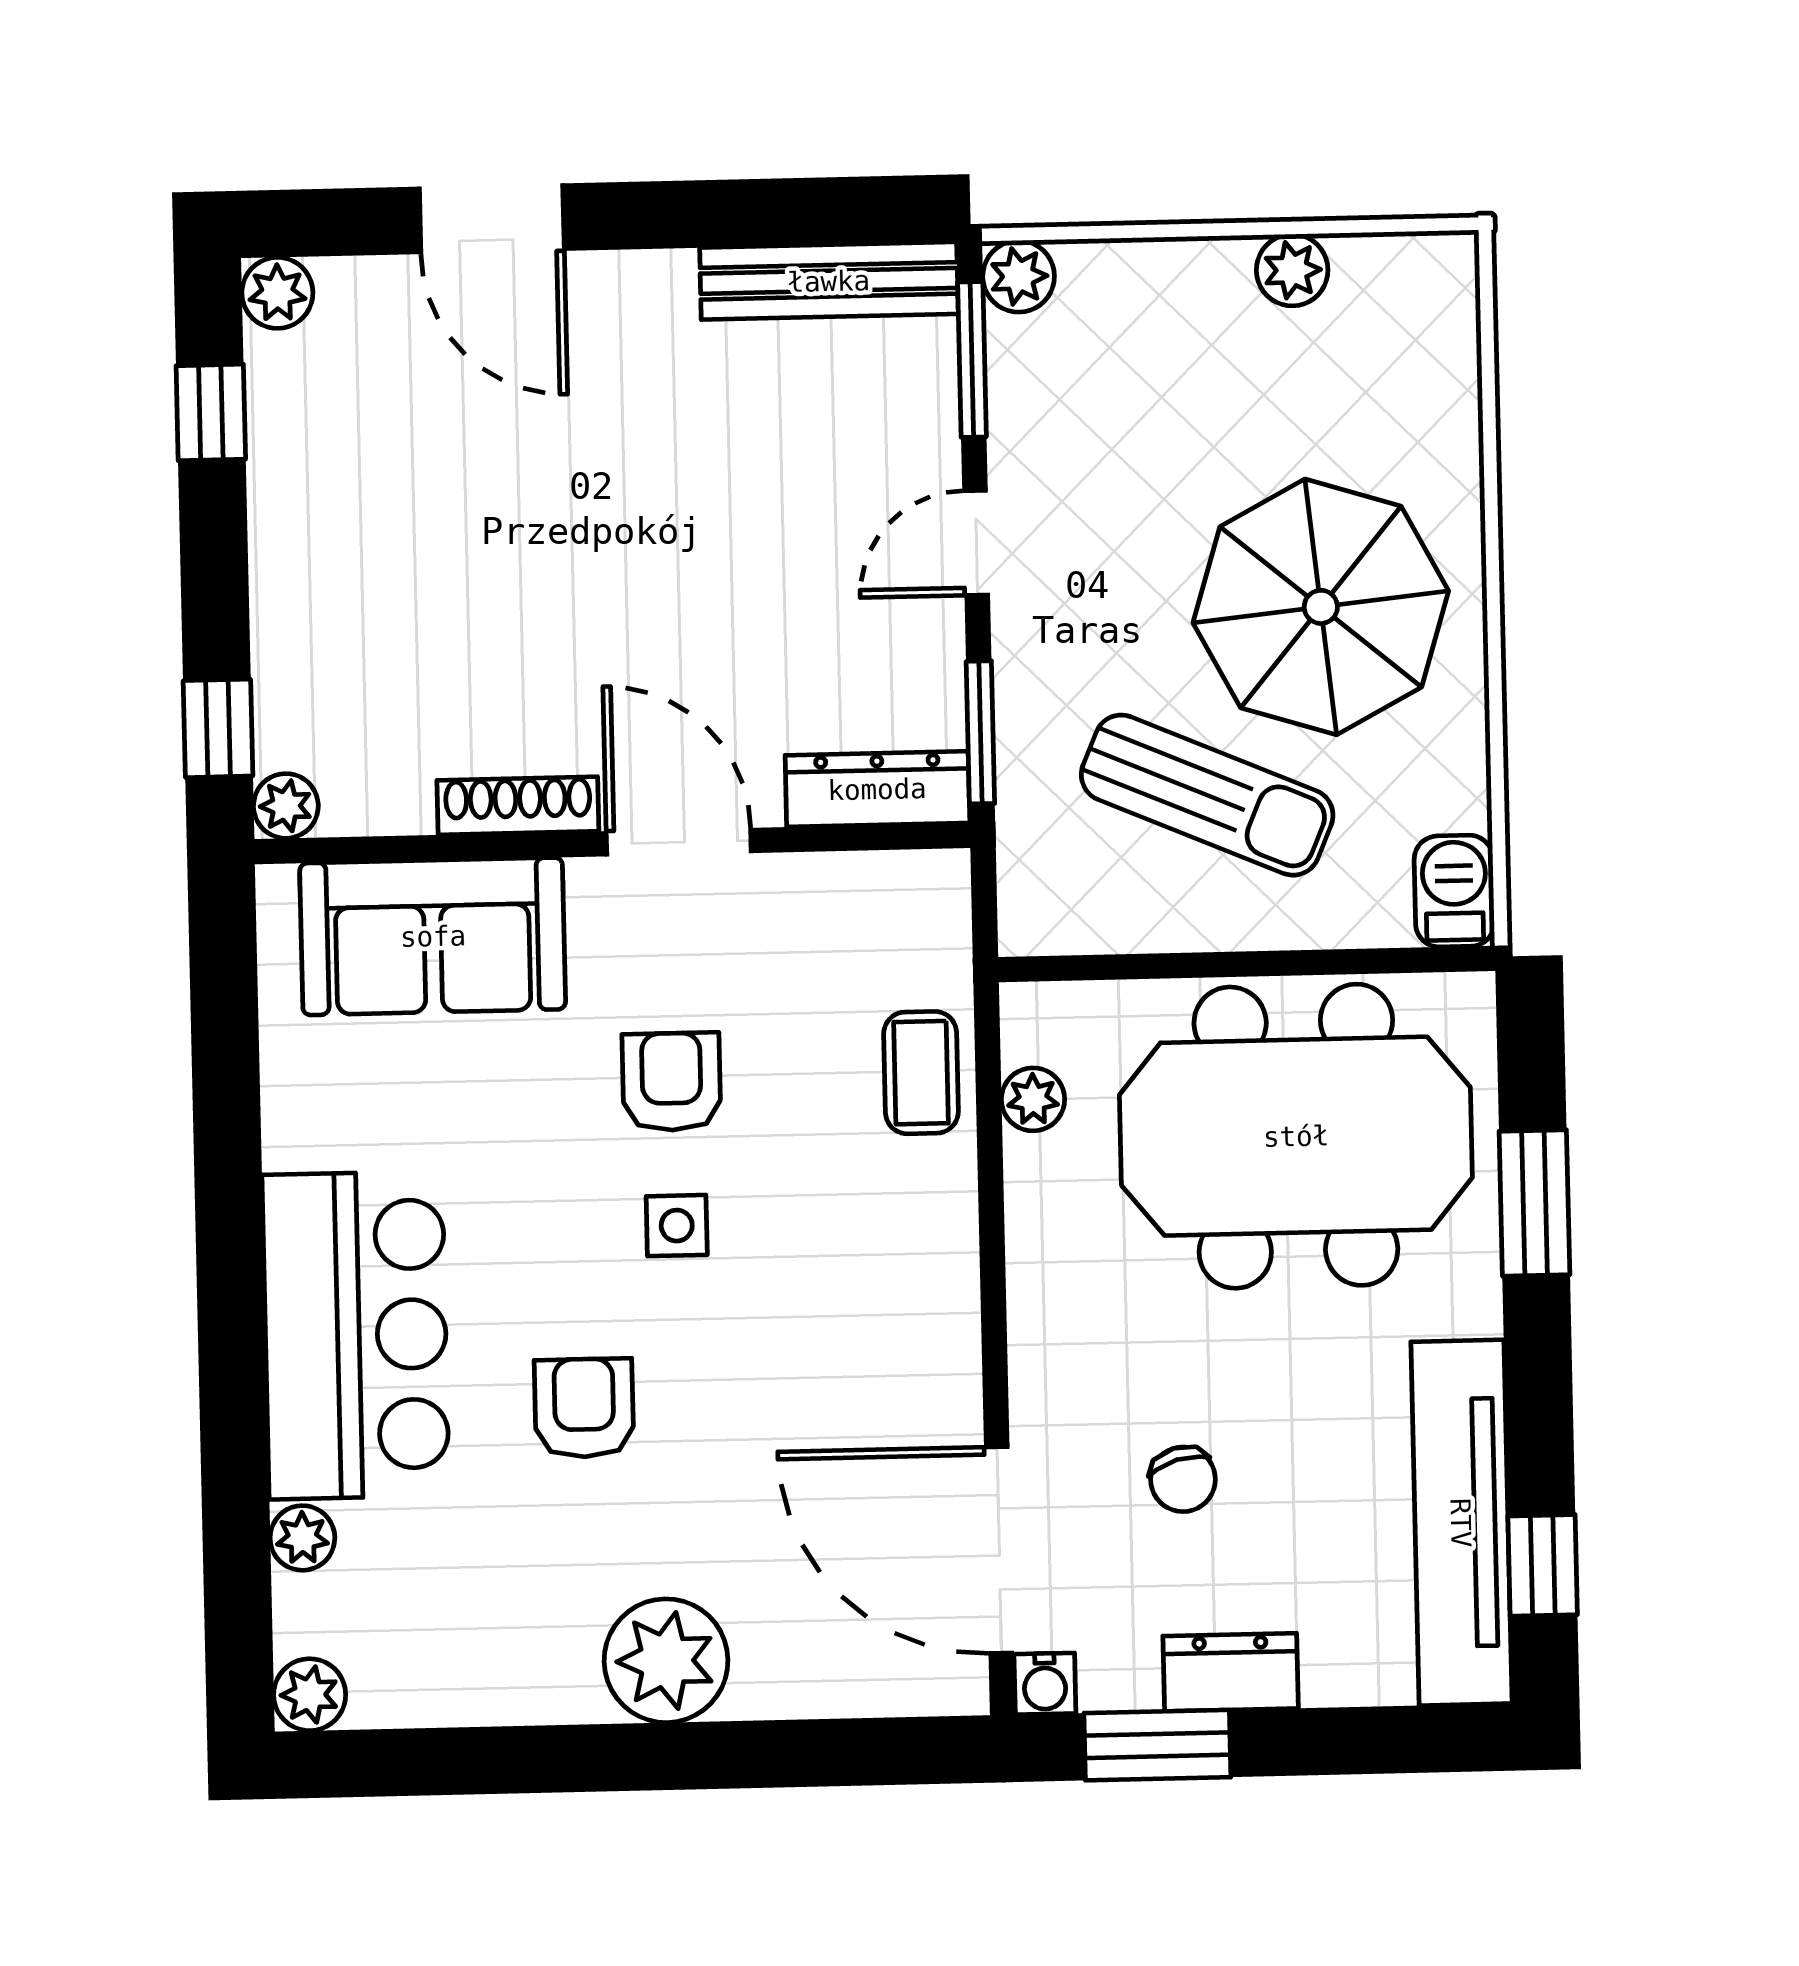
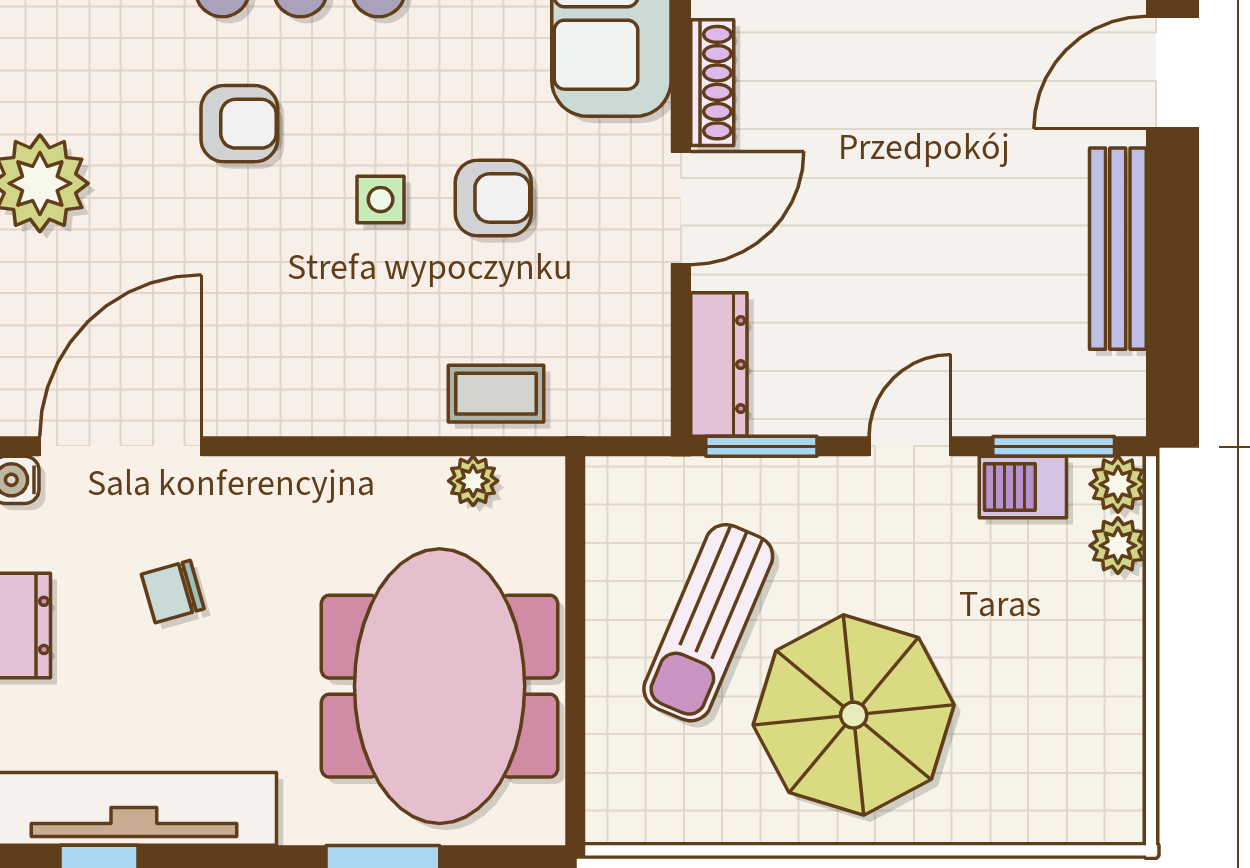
plant: (1292, 270) -> (1118, 546), moved
bench: (829, 281) -> (1118, 249), moved
door: (976, 543) -> (910, 446), hinge flipped
barbecue: (1454, 891) -> (1023, 487), moved, turned 180

